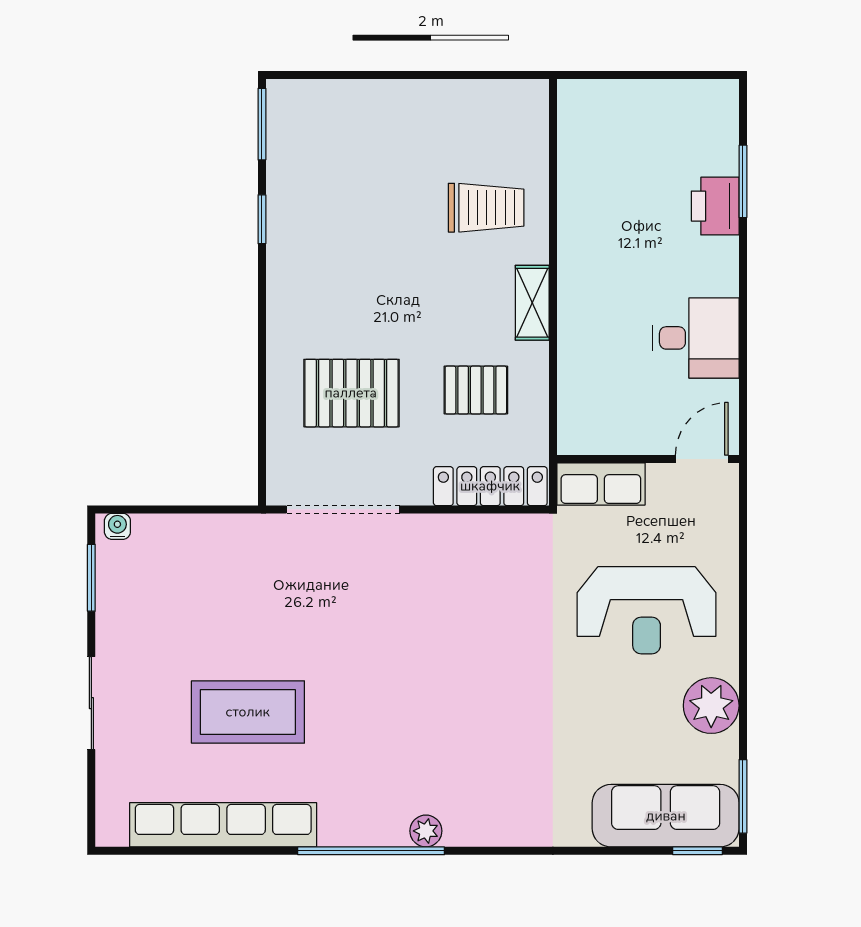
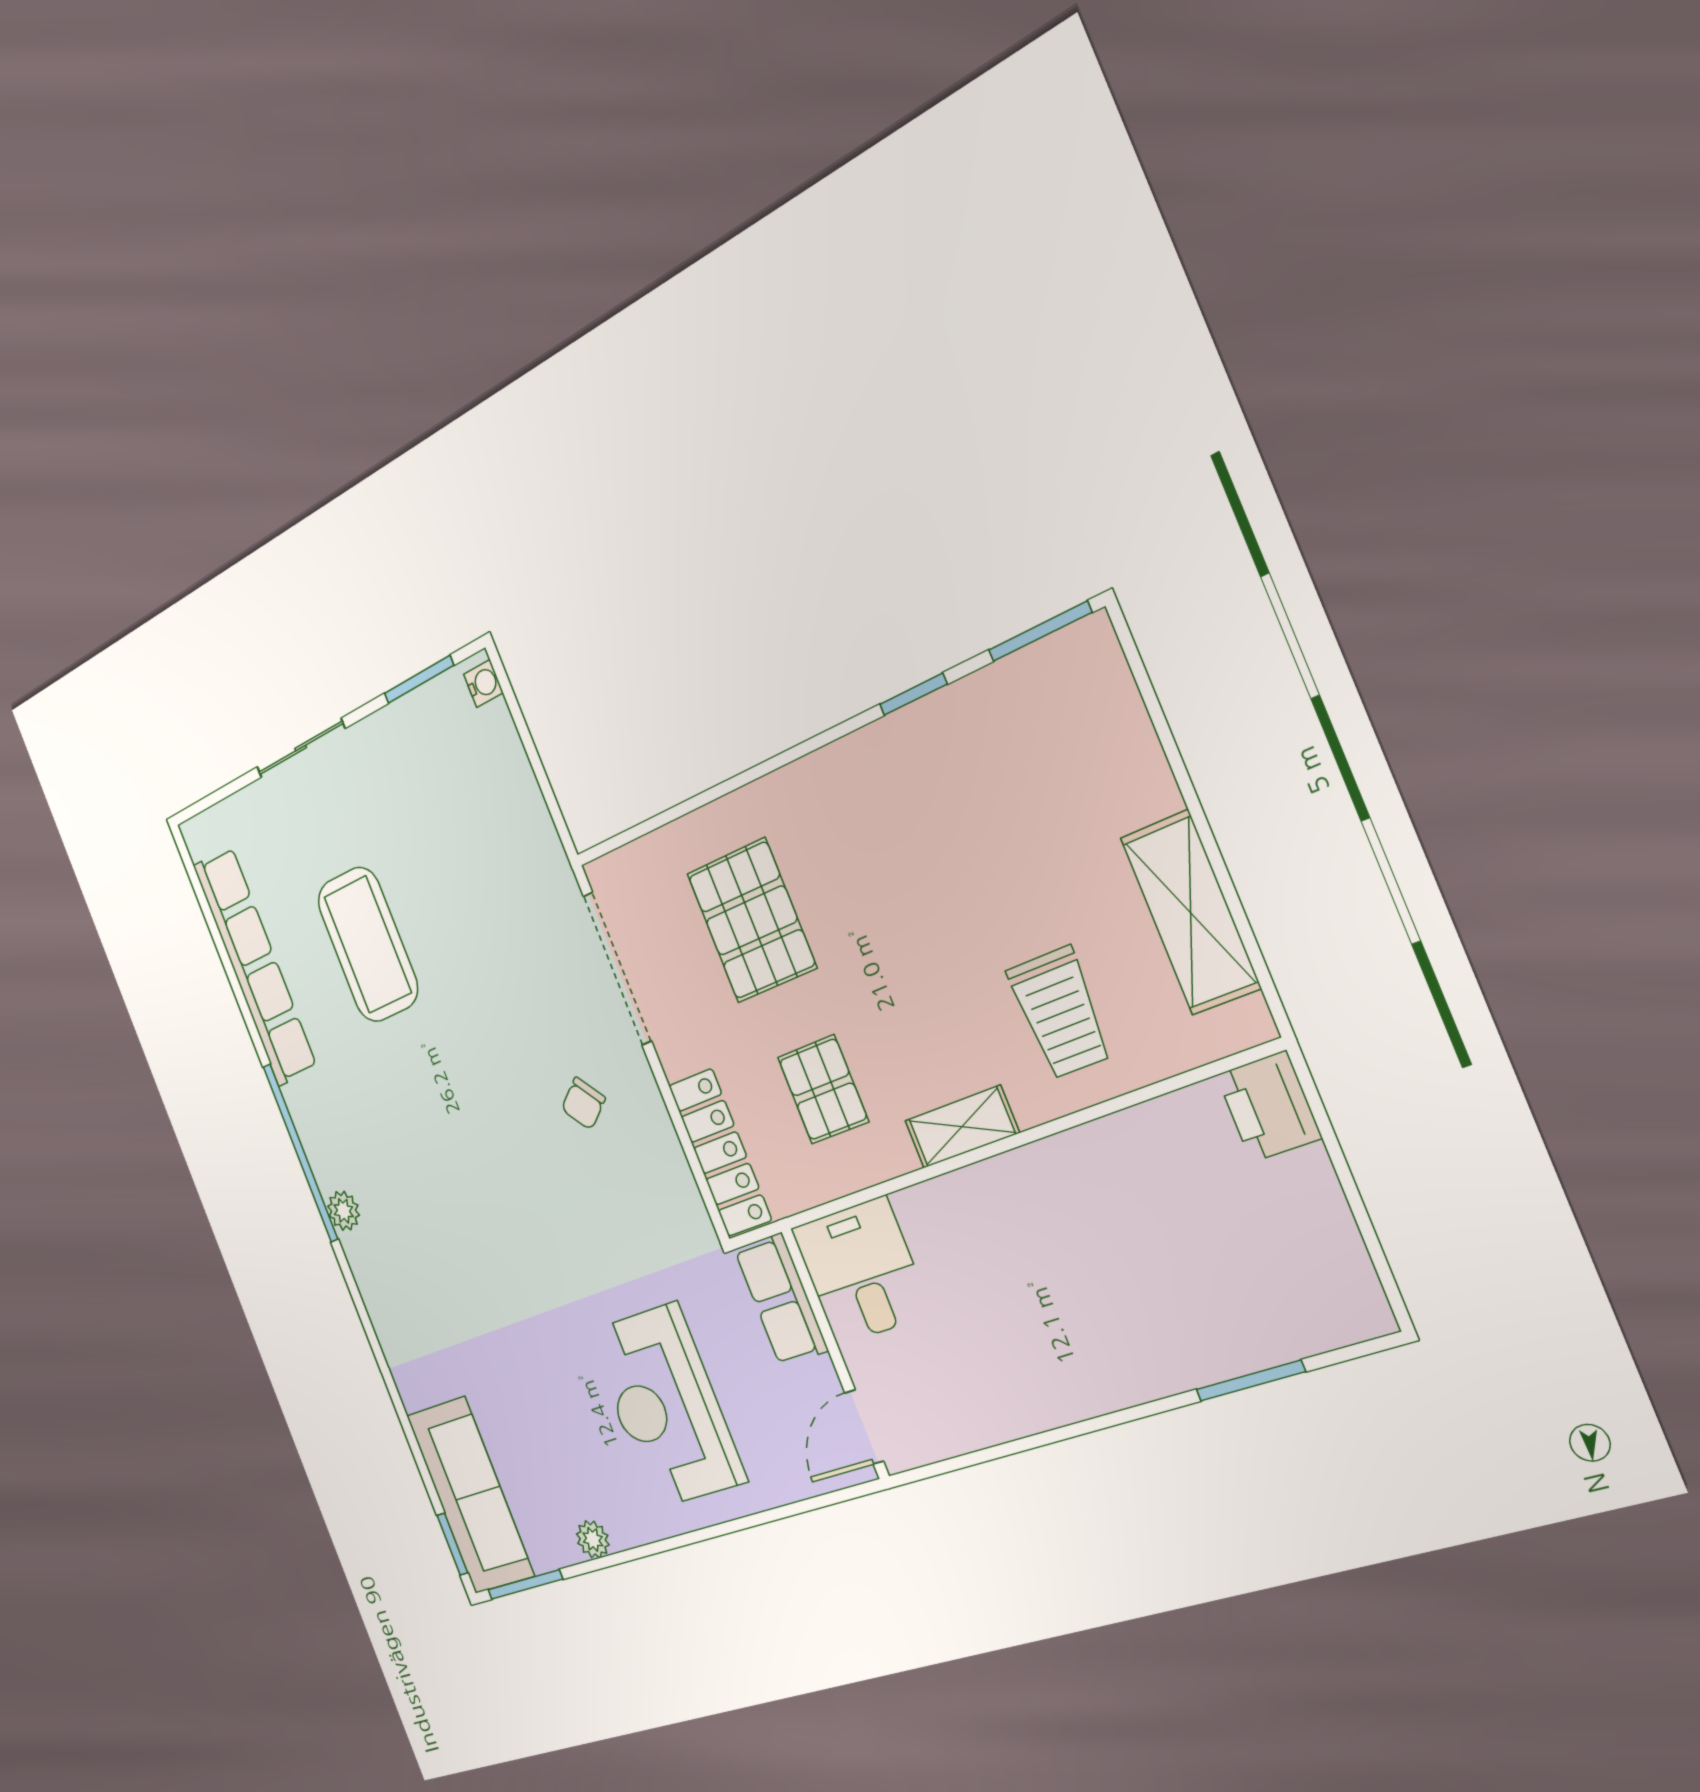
shelving: (458, 102) -> (1191, 913), added
printer: (715, 206) -> (1269, 1106), moved, turned -90
desk: (696, 338) -> (861, 1271), moved, turned 180
door: (702, 459) -> (864, 1427), swing flipped
chair: (422, 580) -> (583, 1104), added
plant: (711, 706) -> (593, 1539), width x0.53, depth x0.53

